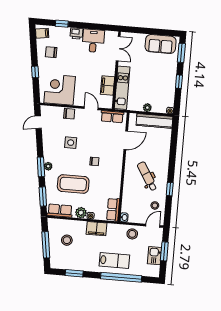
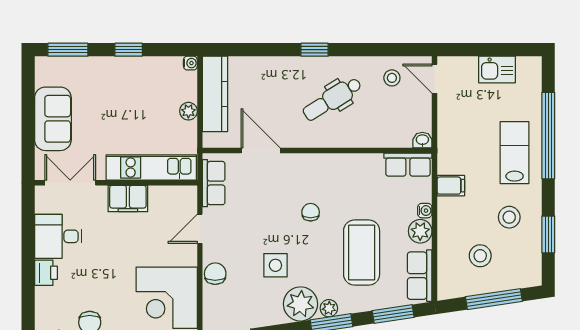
window: (62, 24) -> (28, 305), removed
sofa: (161, 44) -> (53, 119), moved
filing cabinet: (107, 86) -> (128, 199), moved
plant: (51, 153) -> (300, 304), added
window: (170, 189) -> (315, 50), moved
filing cabinet: (96, 229) -> (451, 186), width x0.50
stool: (132, 234) -> (509, 217), moved
window: (164, 251) -> (486, 50), removed

